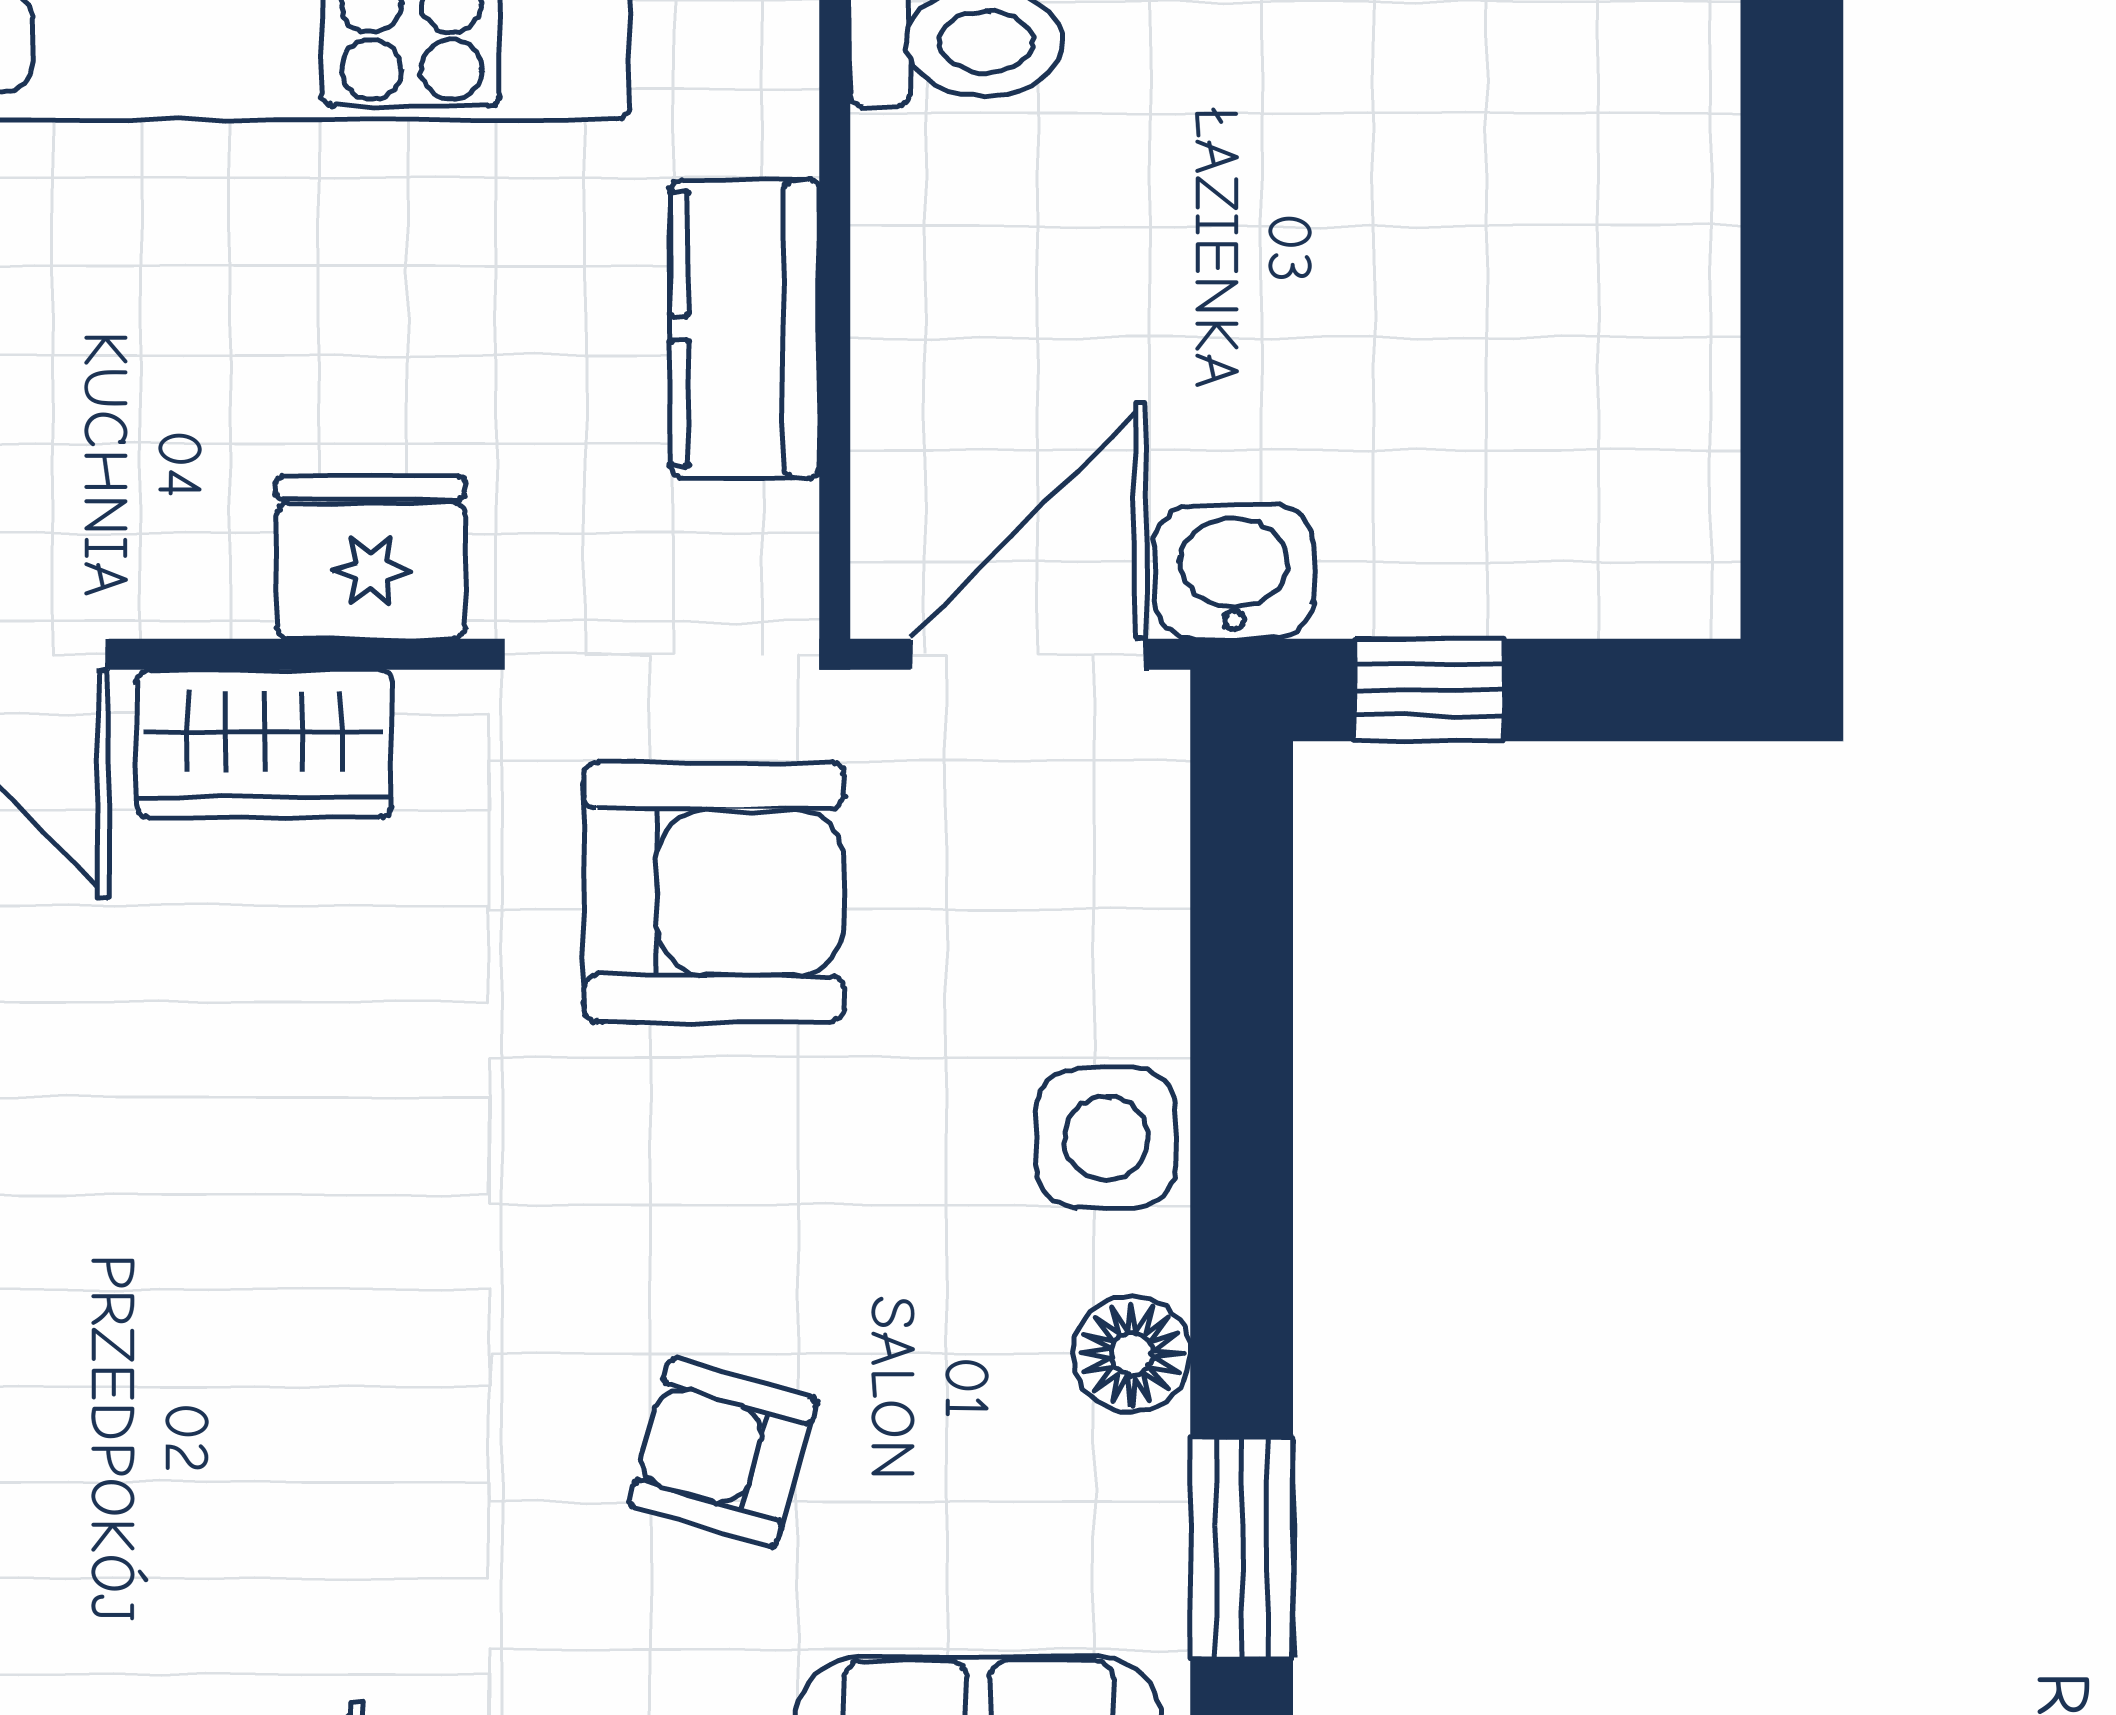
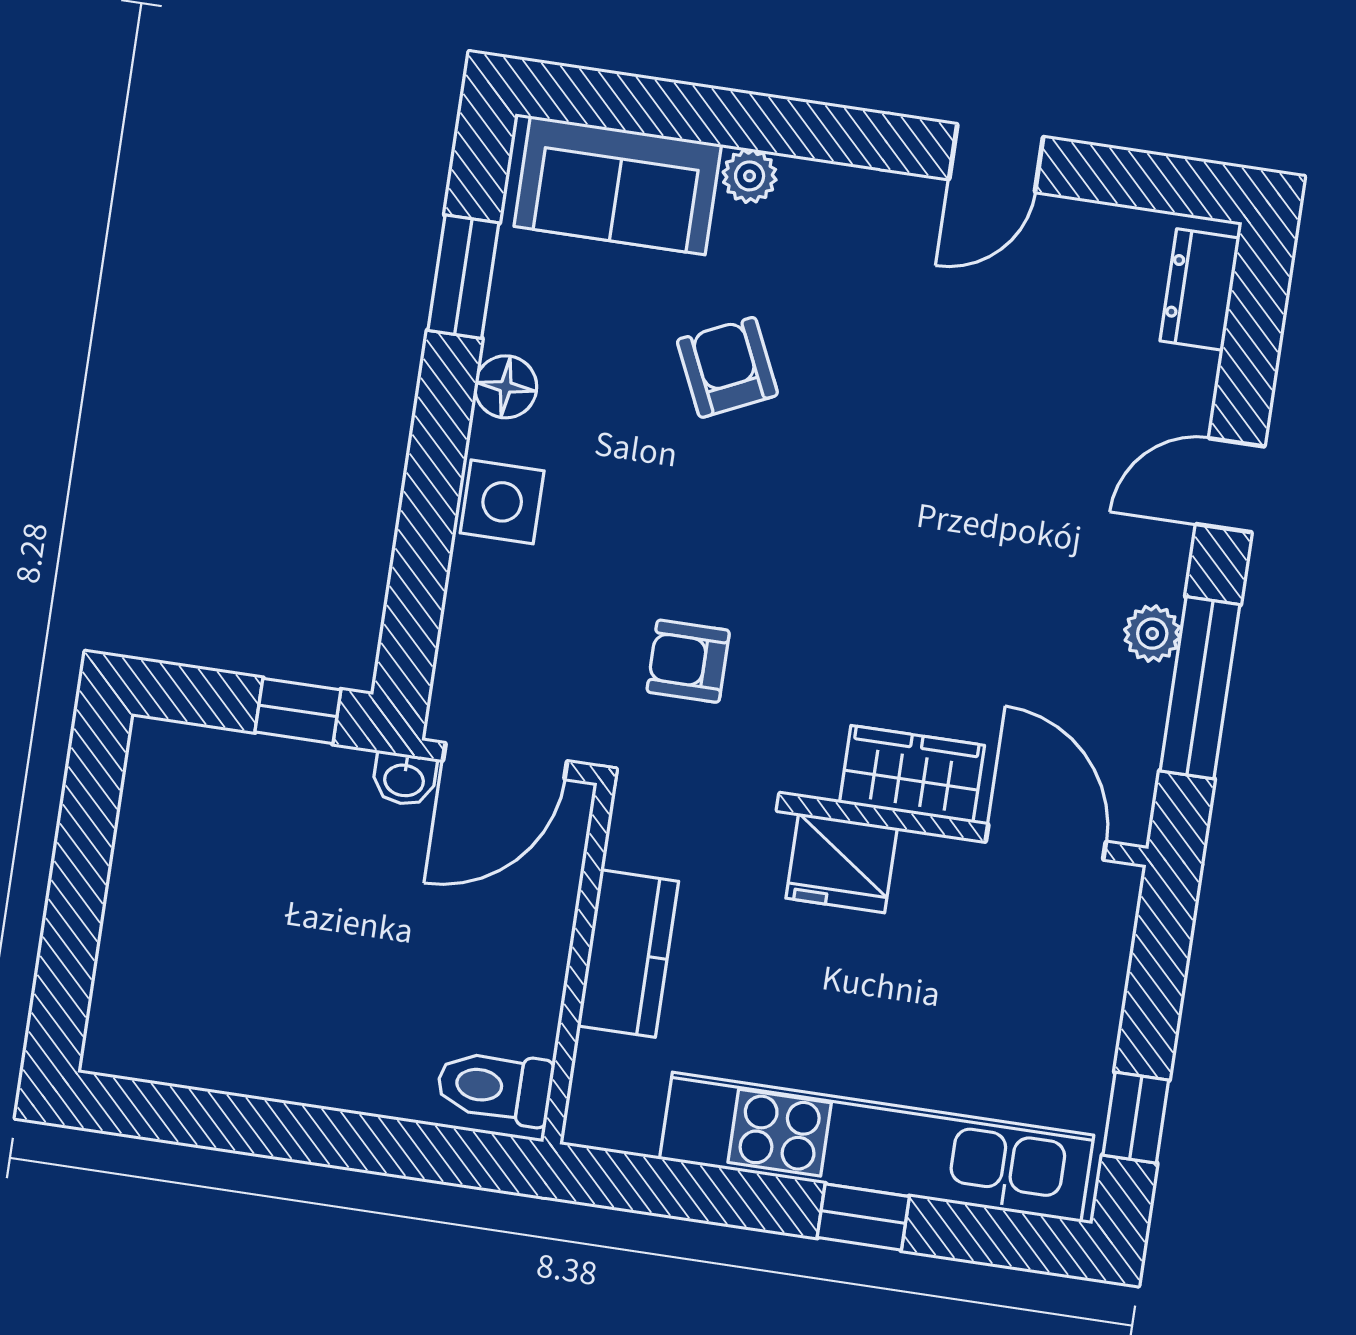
washbasin: (1234, 572) -> (404, 779), width x0.72, depth x0.69
armchair: (714, 892) -> (688, 661), width x0.53, depth x0.53
armchair: (723, 1452) -> (727, 367), turned -131

